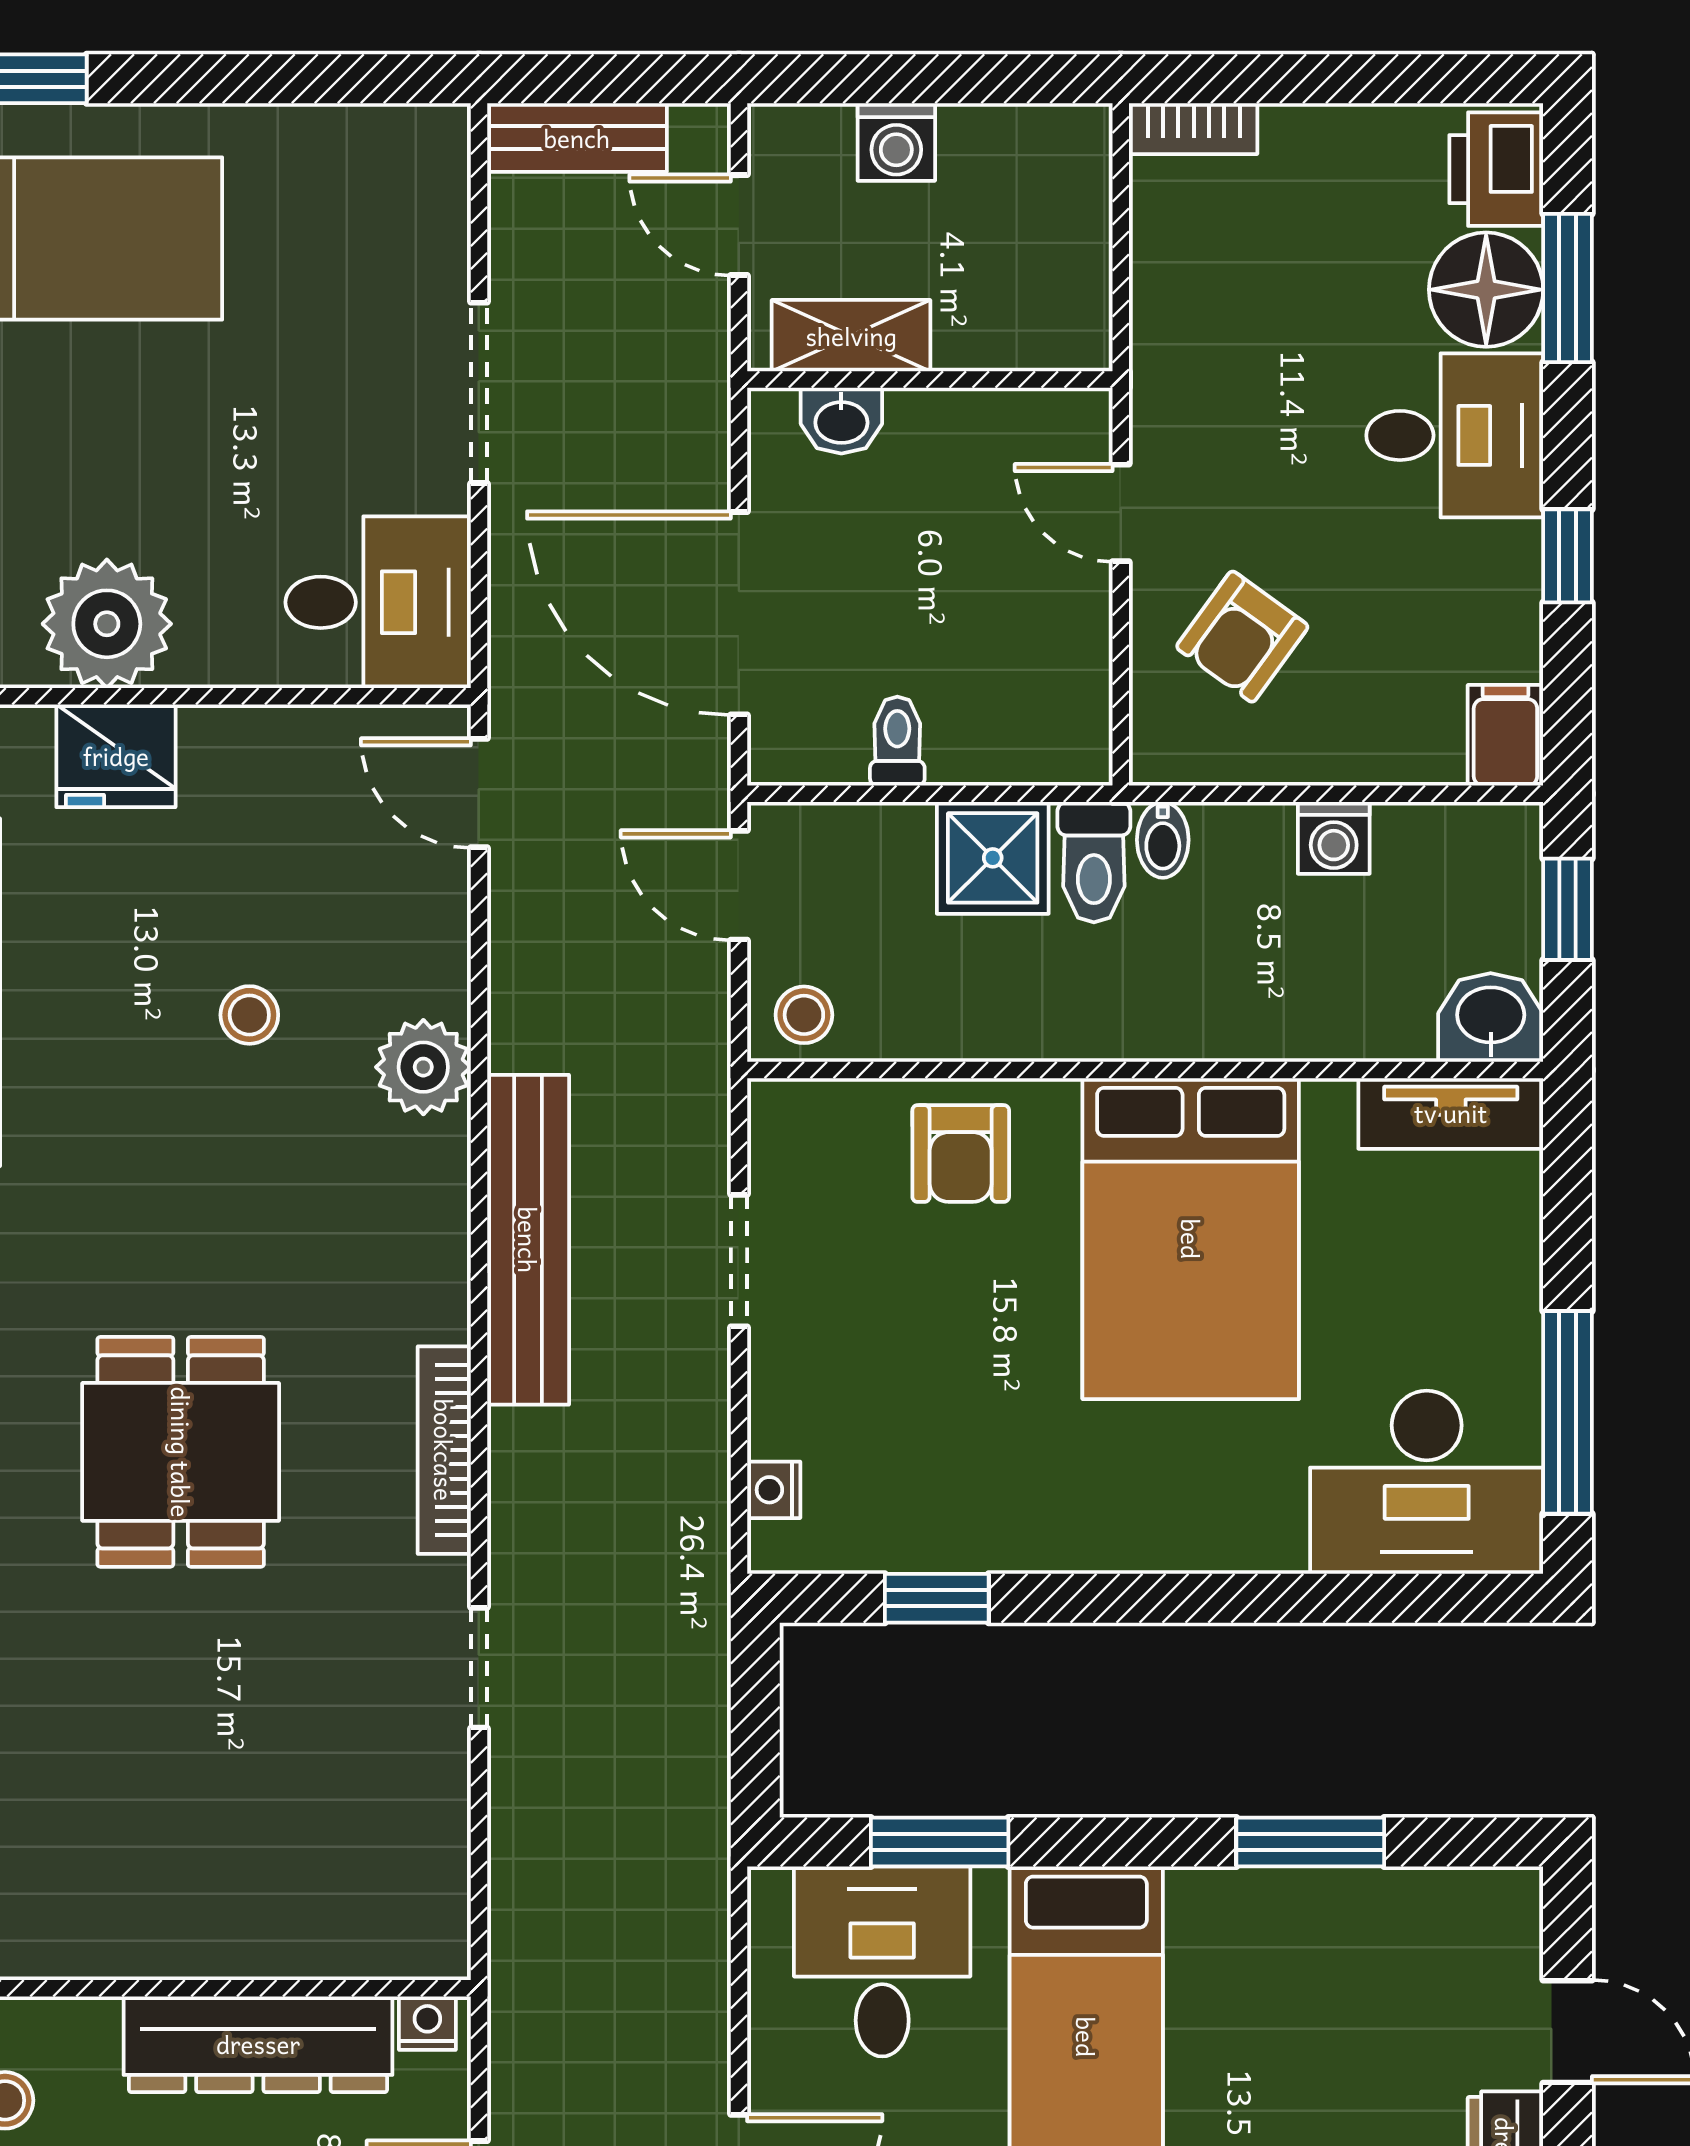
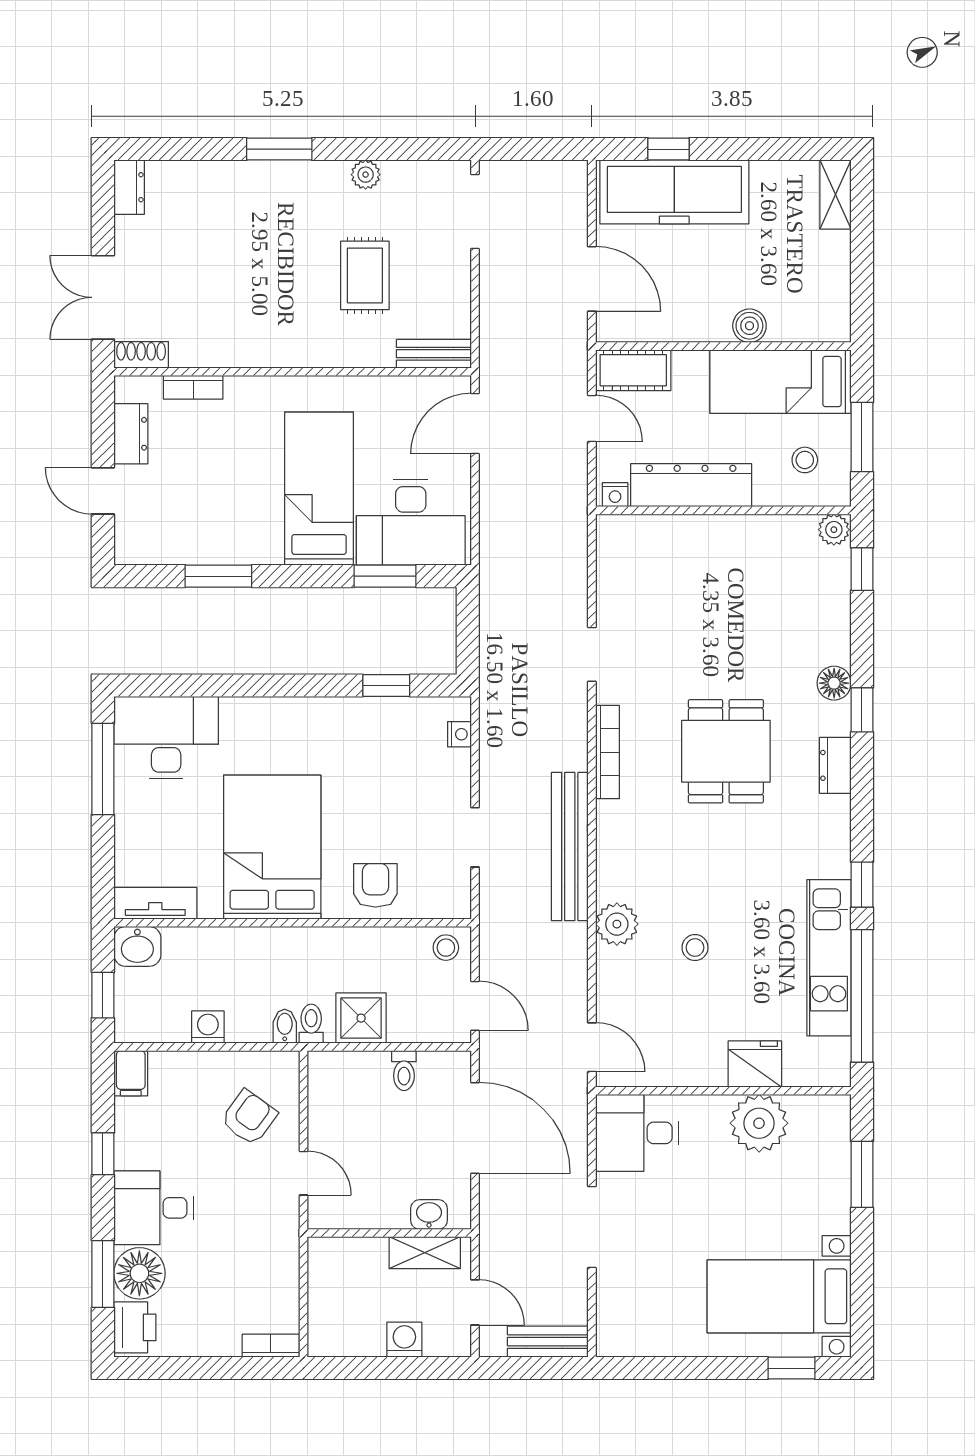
toilet: (1094, 862) -> (311, 1024), width x0.73, depth x0.72
desk: (882, 1961) -> (411, 522), width x1.37

